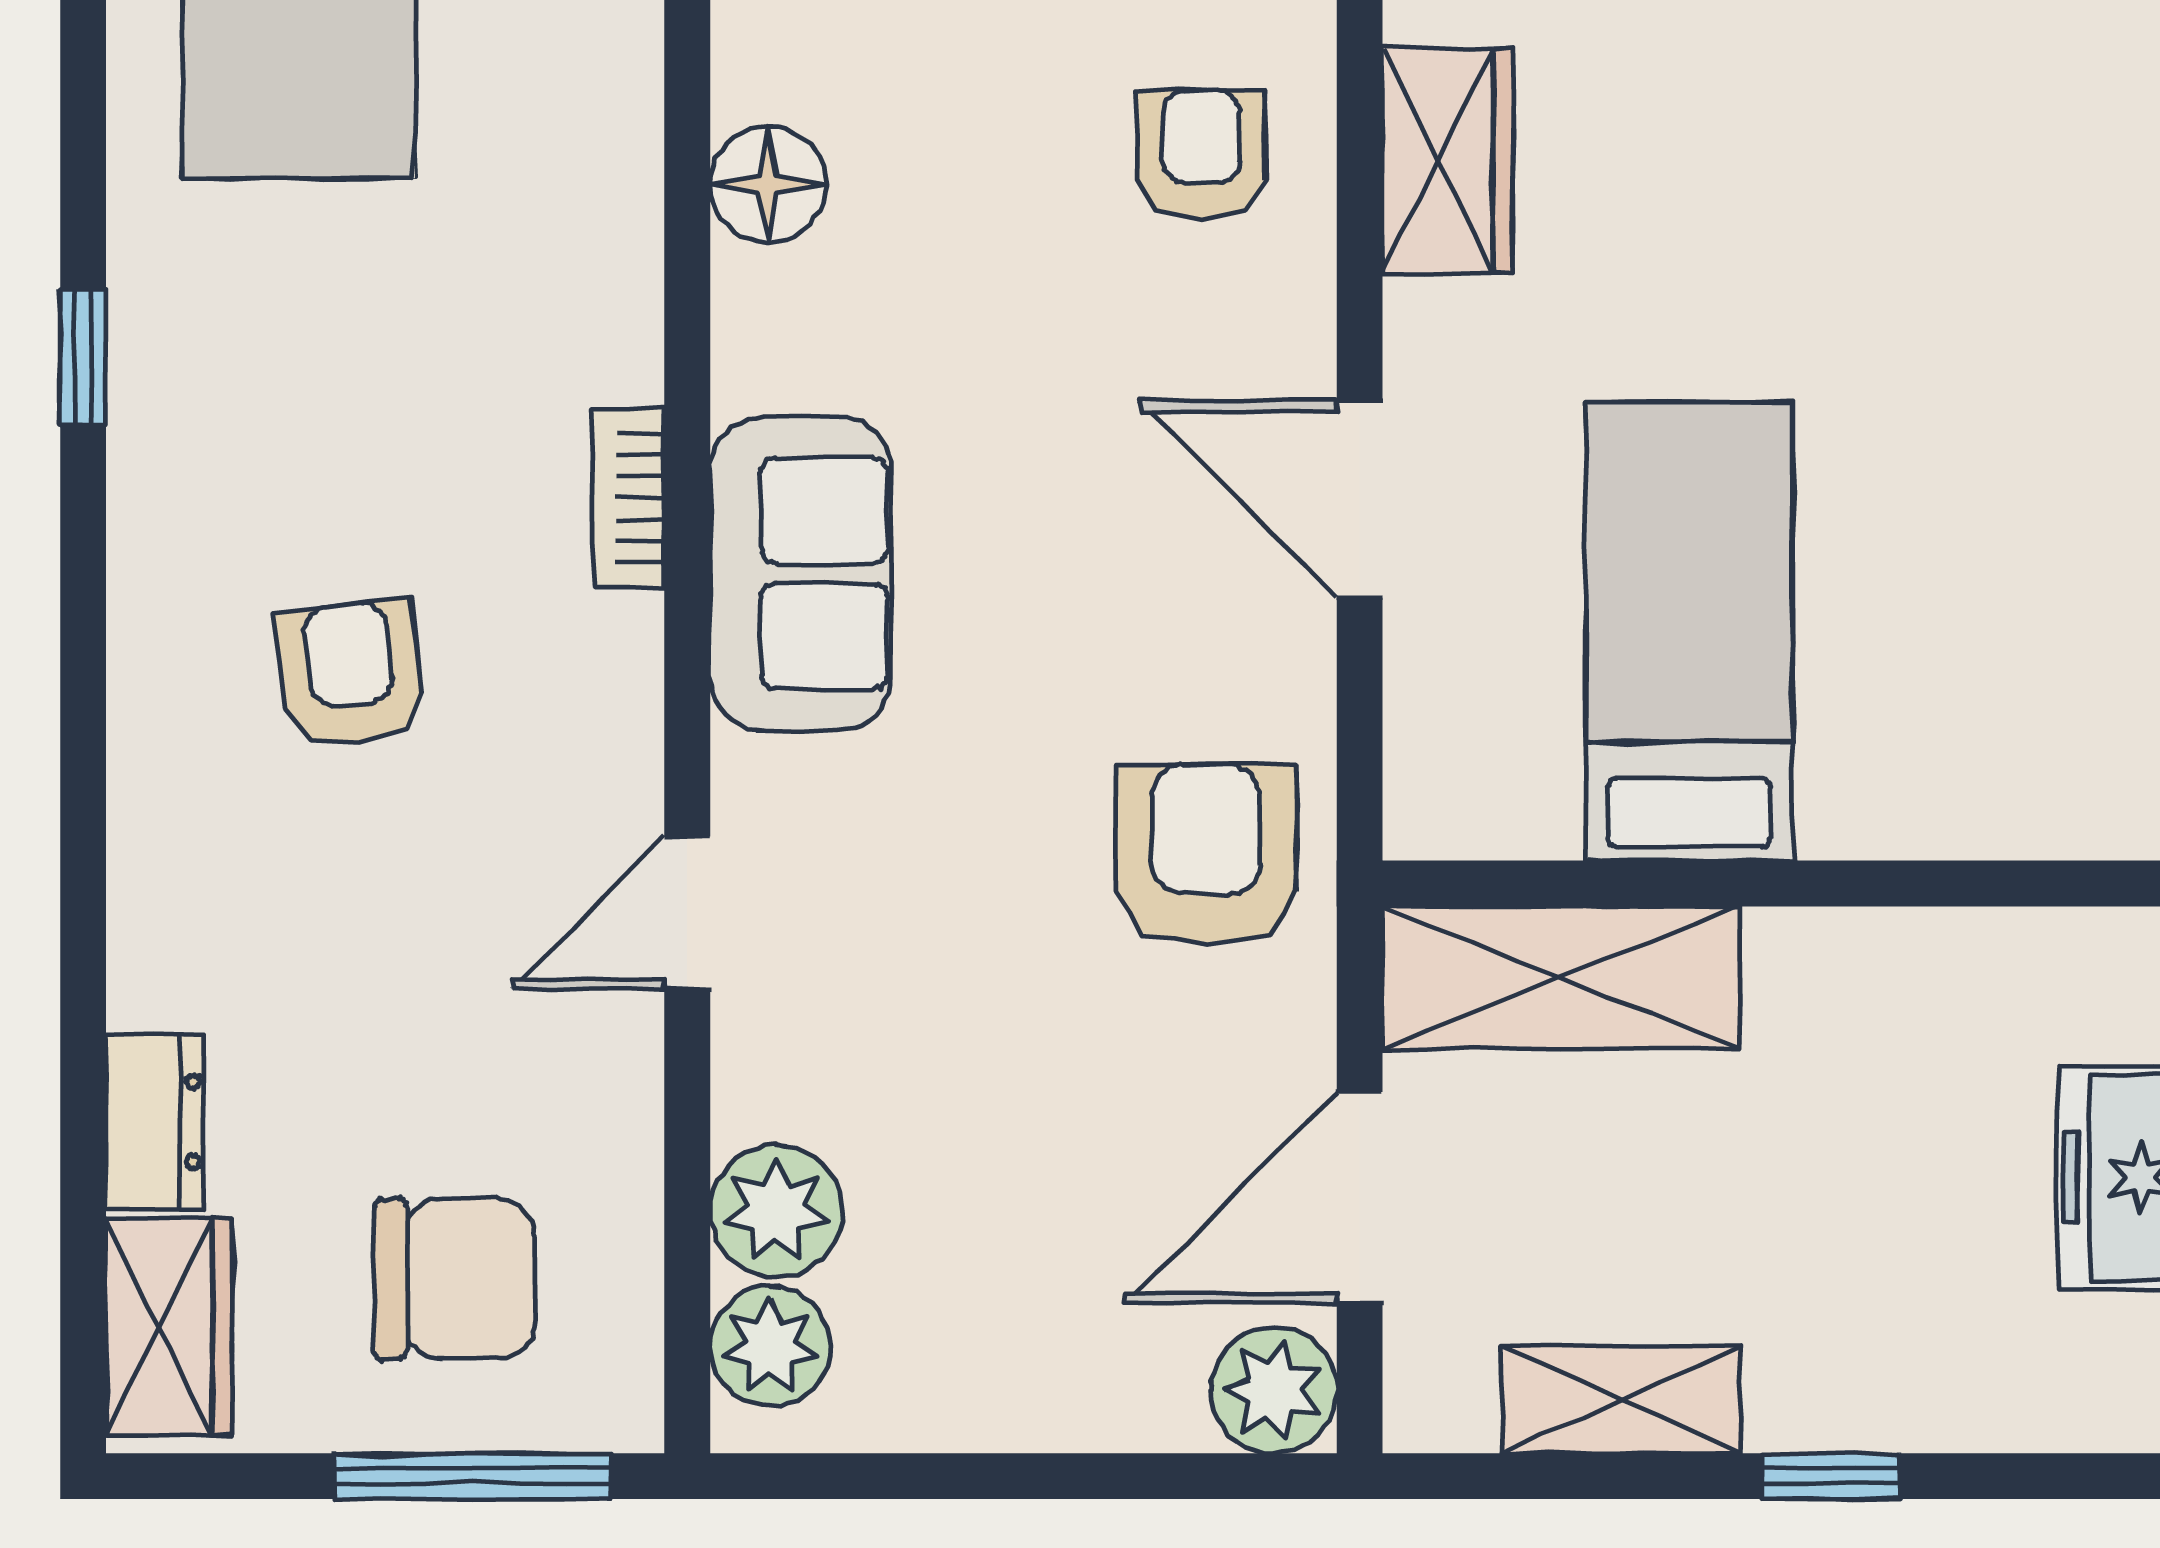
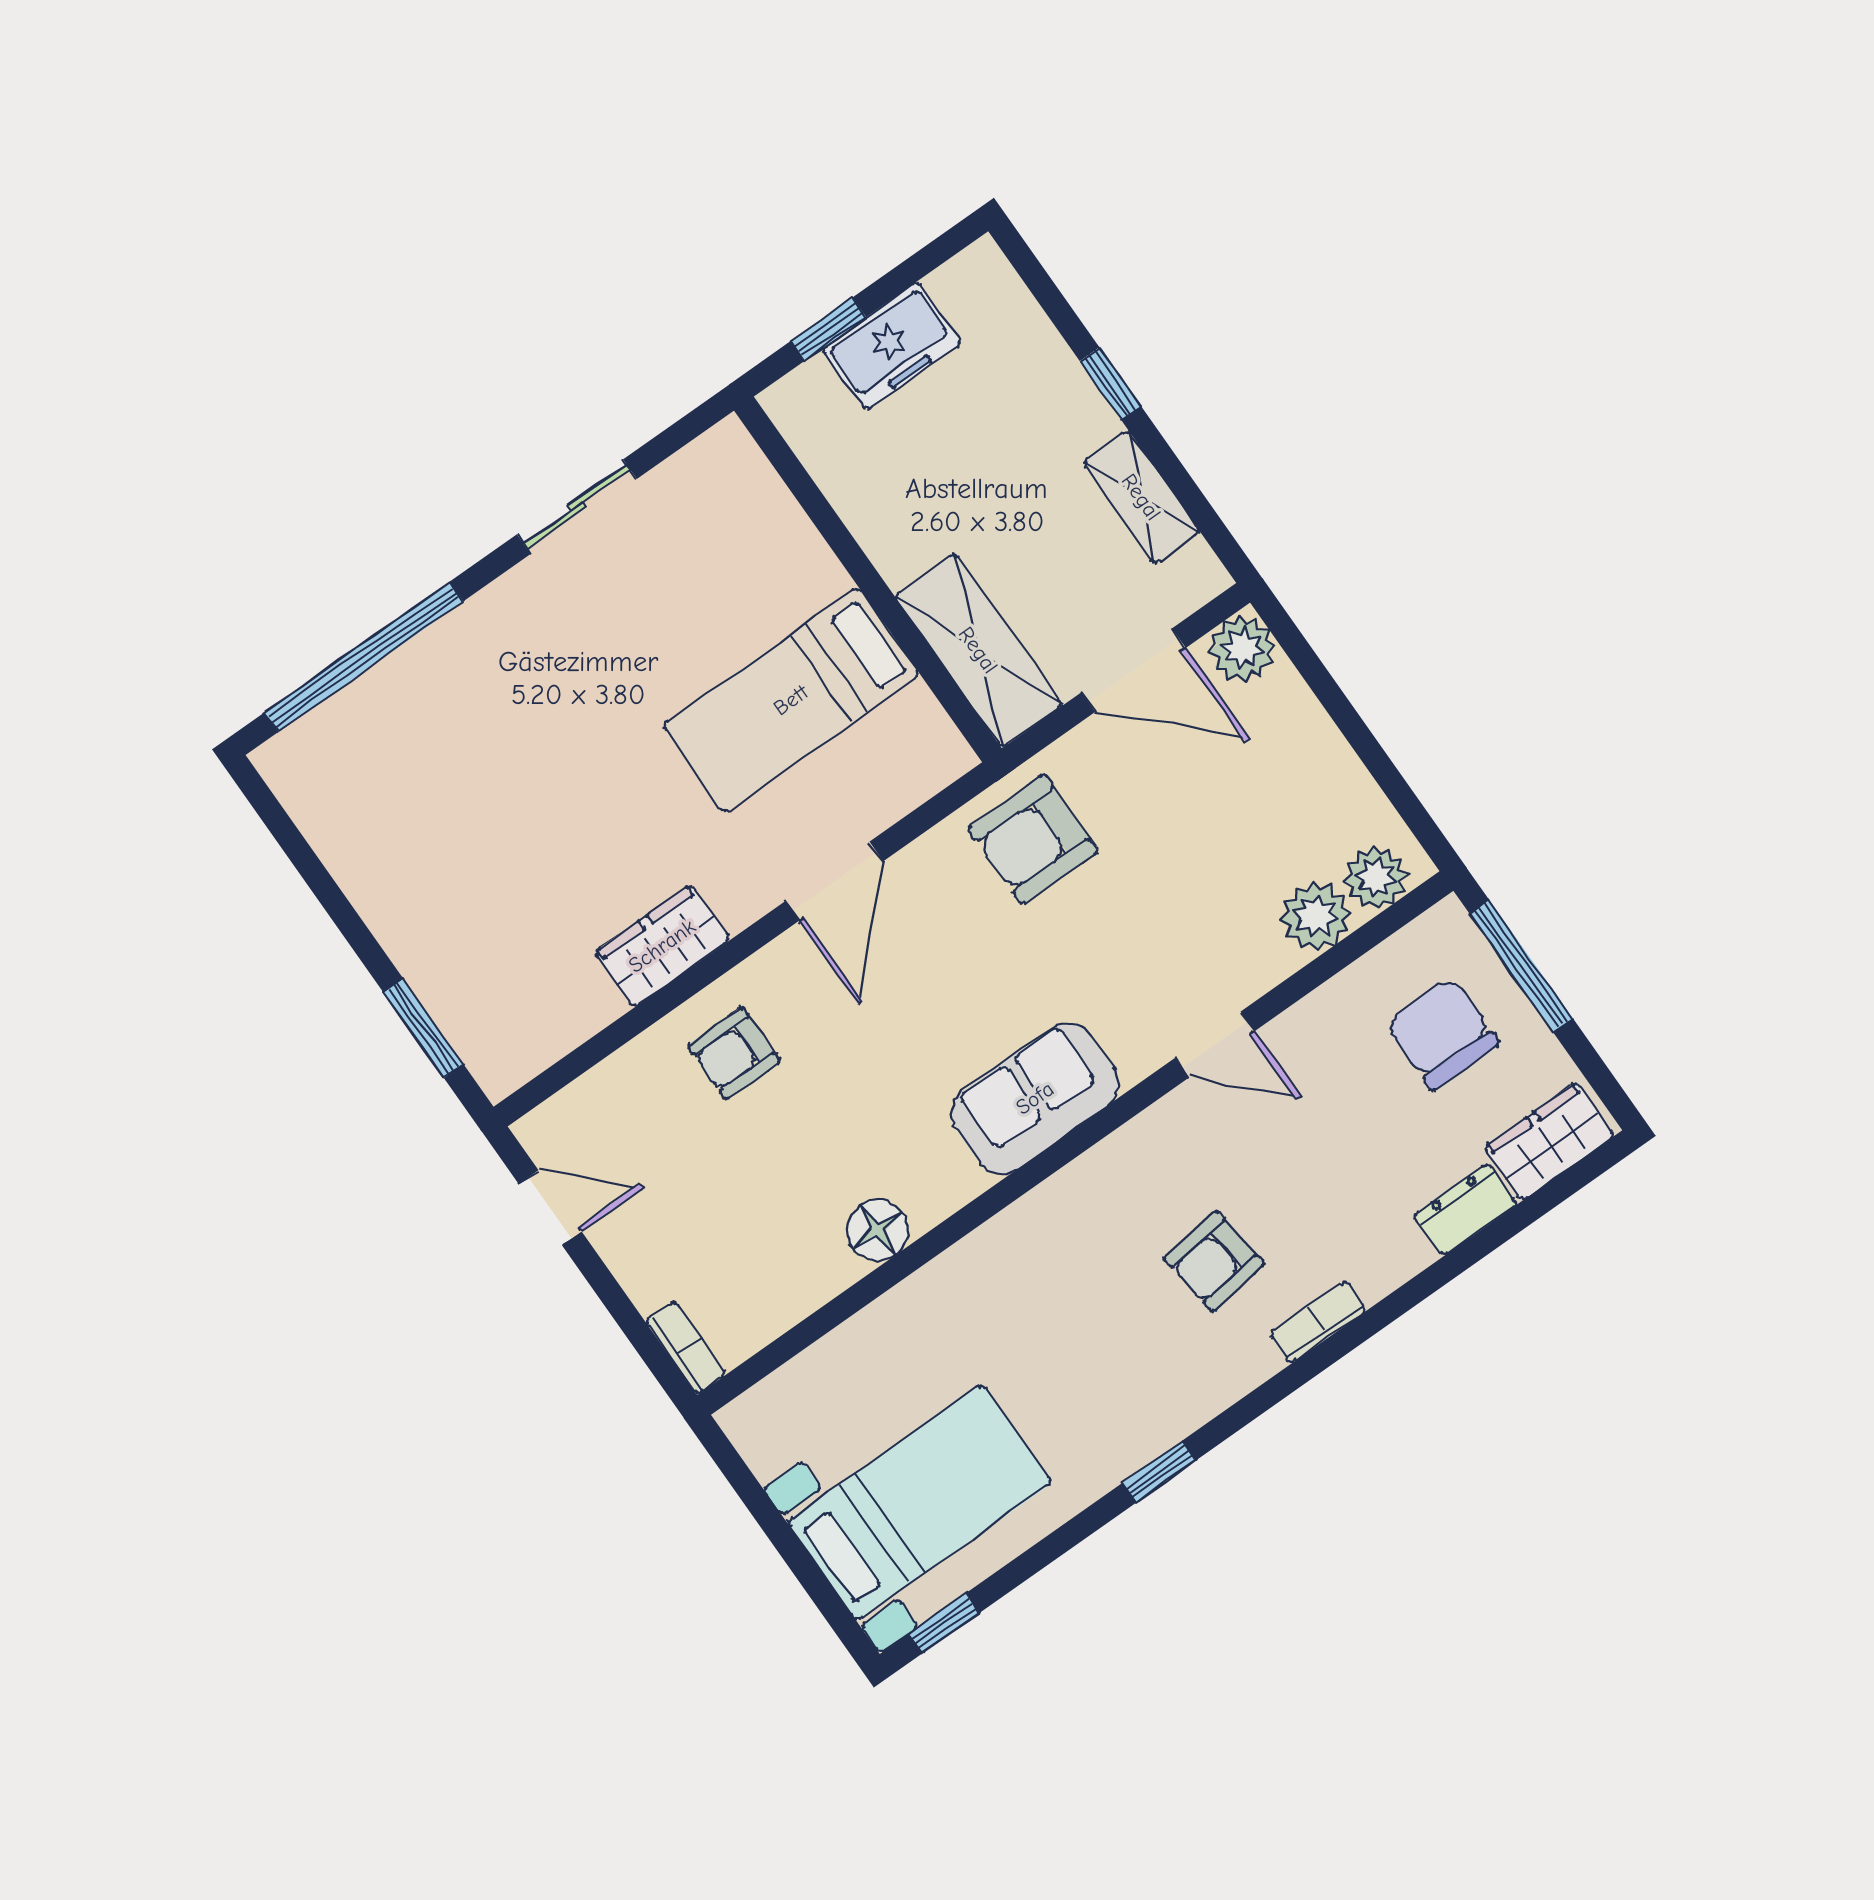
bookcase: (629, 498) -> (1318, 1322), moved, turned 180

